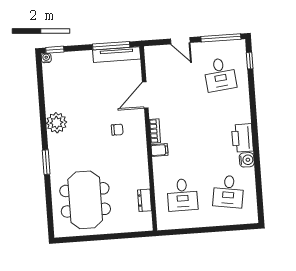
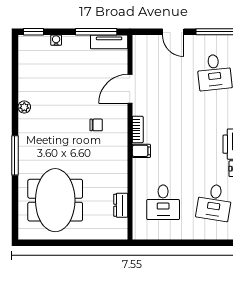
tv unit: (117, 55) -> (109, 42), width x0.71
water cooler: (46, 58) -> (56, 40), moved
plant: (57, 123) -> (24, 107), width x0.53, depth x0.53
window: (46, 162) -> (15, 155), width x1.44

